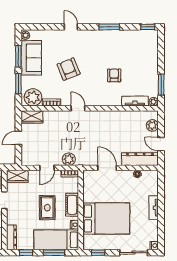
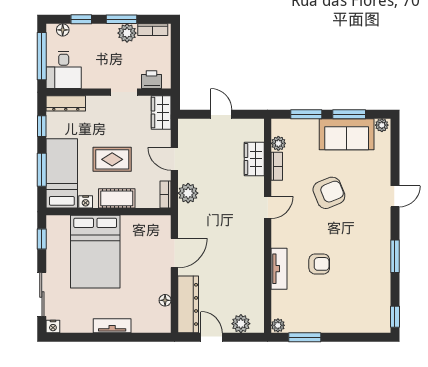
plant: (33, 97) -> (278, 143), width x0.53, depth x0.53
tv unit: (135, 101) -> (279, 269), moved
wardrobe: (32, 117) -> (254, 159), moved
door: (161, 144) -> (212, 337), hinge flipped

